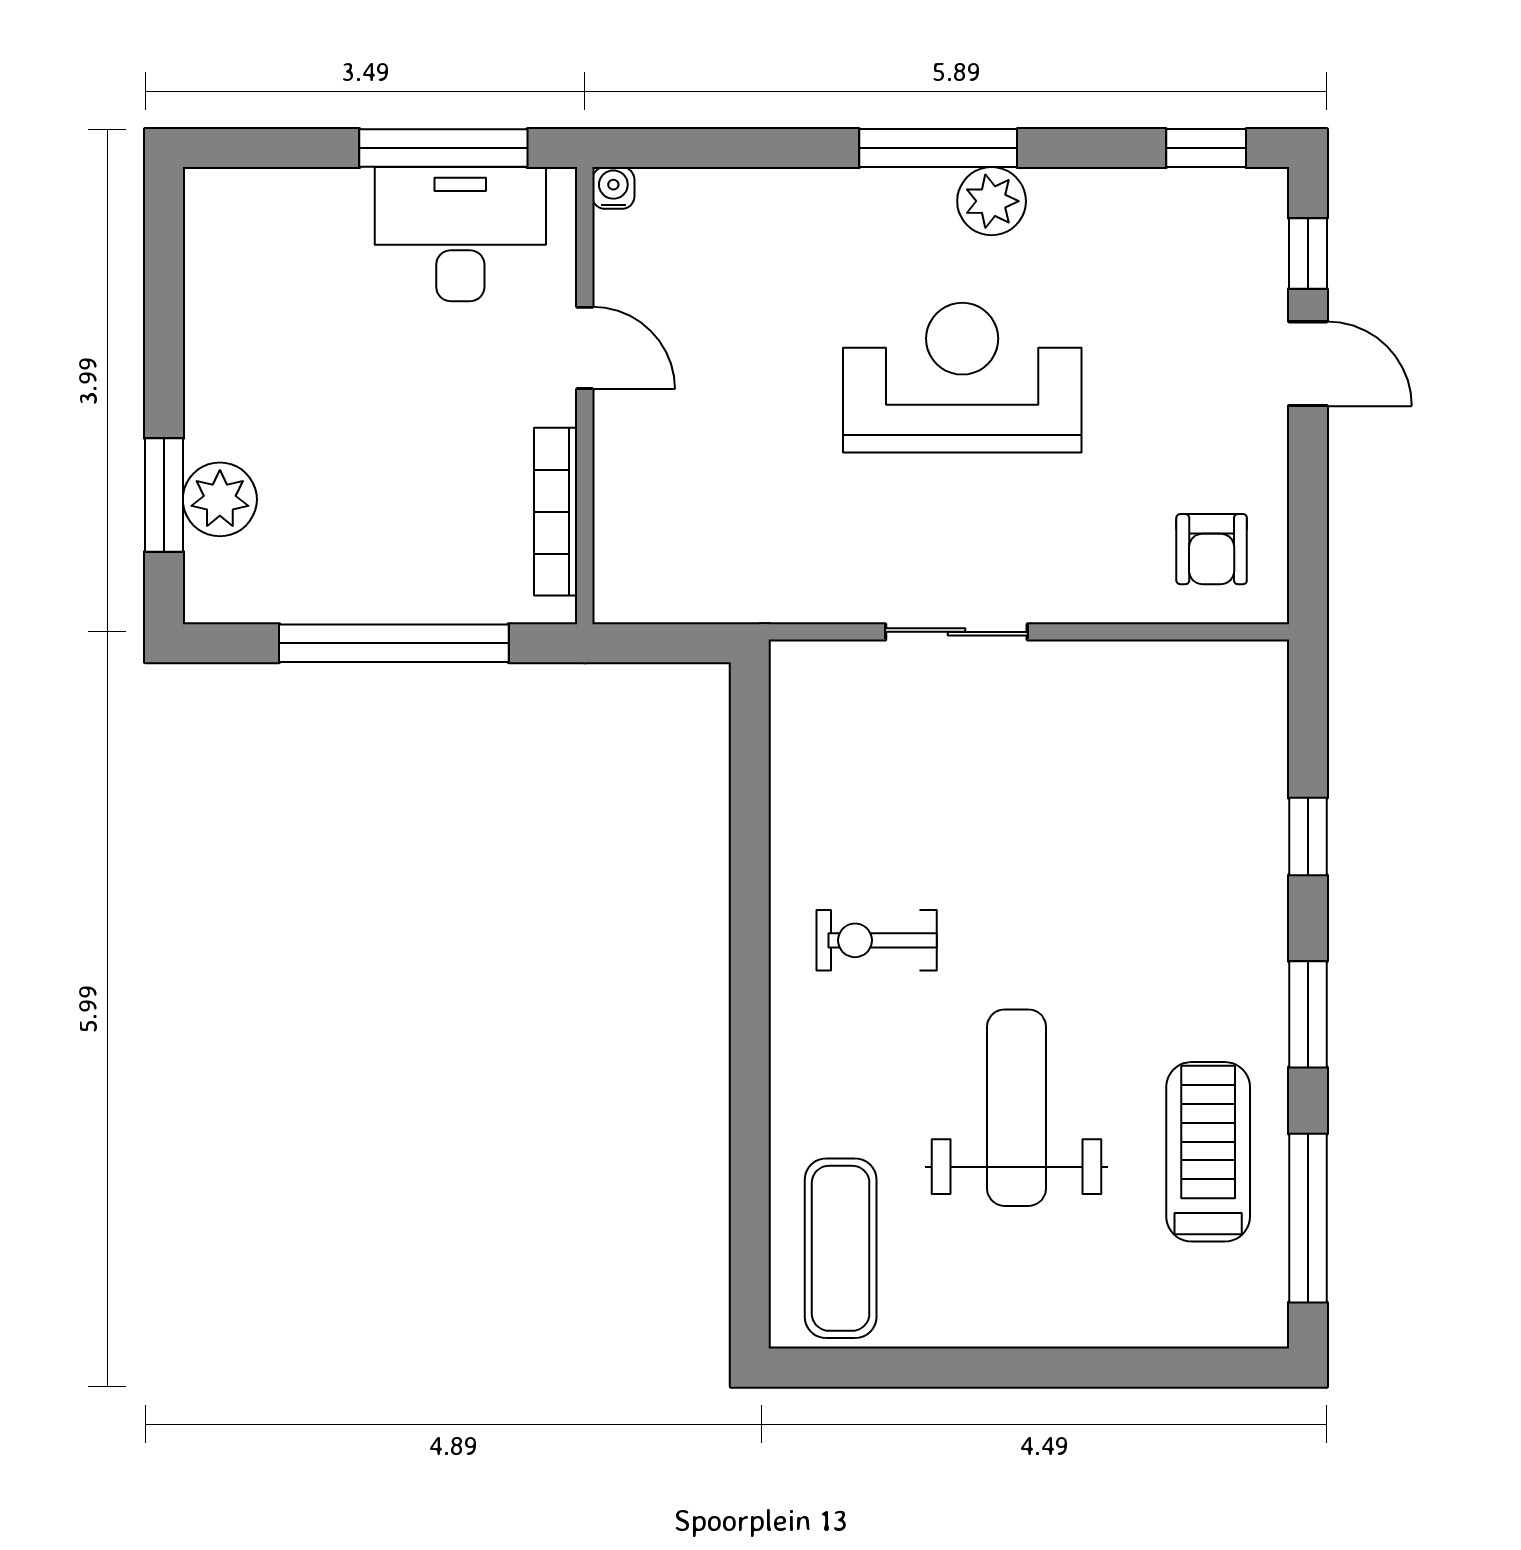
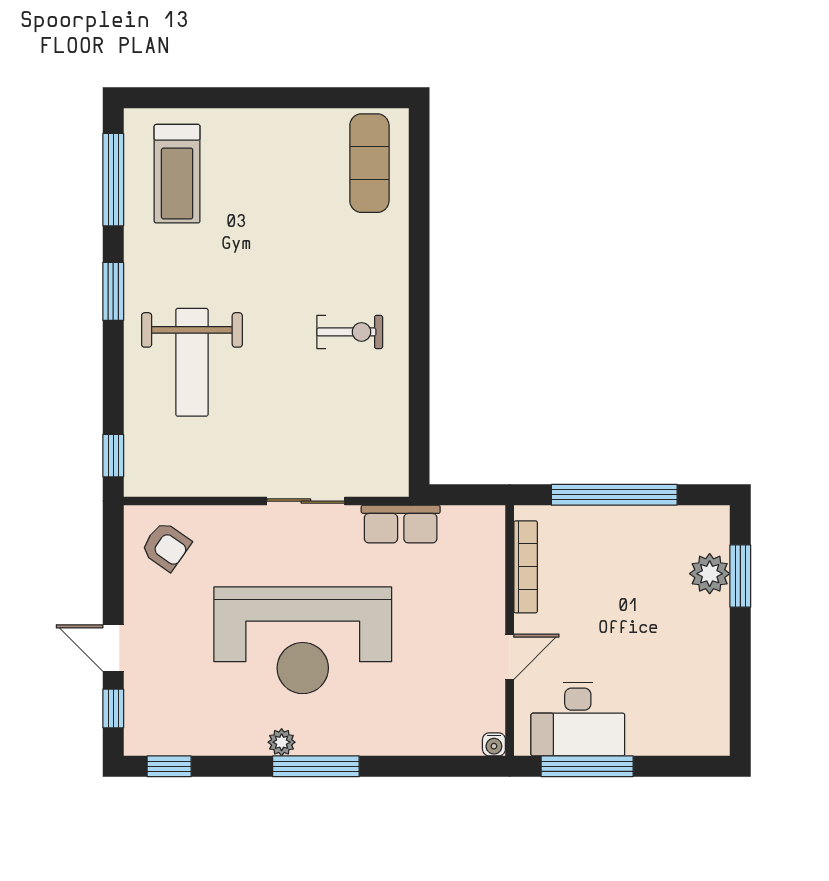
plant: (992, 201) -> (282, 742), width x0.73, depth x0.73
door: (585, 348) -> (510, 657), swing flipped
reception desk: (962, 378) -> (303, 640), width x1.36, depth x1.30
armchair: (1212, 549) -> (166, 546), turned 125
row of seats: (784, 590) -> (401, 524), added
window: (1308, 837) -> (113, 456), moved
weight bench: (1017, 1108) -> (192, 362), moved
treadmill: (1208, 1152) -> (177, 174), moved

